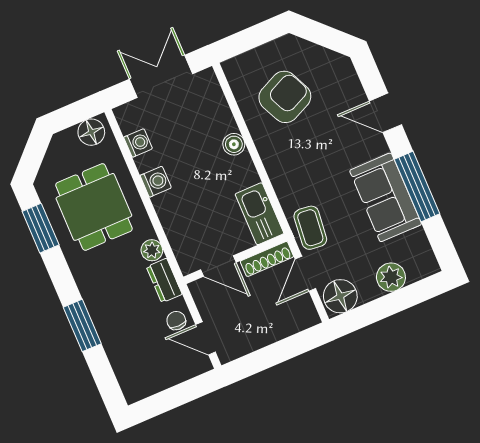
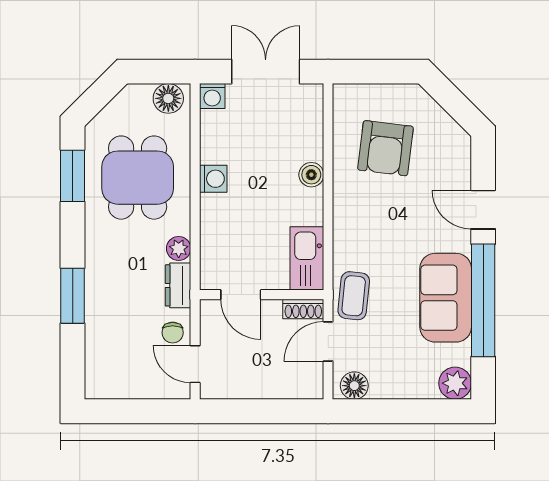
armchair: (285, 97) -> (385, 148), turned 122
washing machine: (138, 143) -> (212, 96), moved, turned 90
window: (417, 186) -> (483, 300), width x1.46
shoe rack: (267, 259) -> (303, 309), width x0.70
plant: (391, 277) -> (455, 383), moved
floor lamp: (340, 296) -> (354, 386), width x0.73, depth x0.73
chair: (176, 321) -> (173, 333), turned 180

